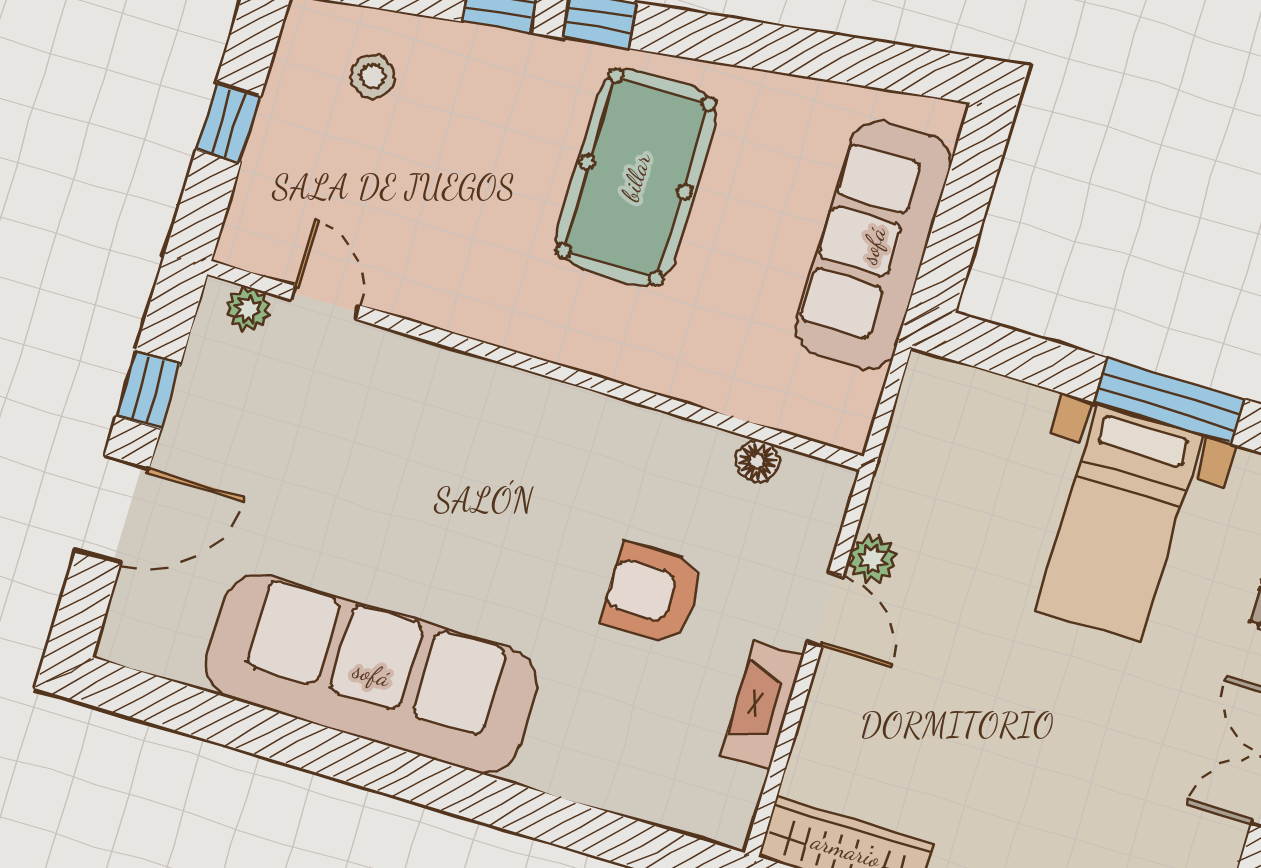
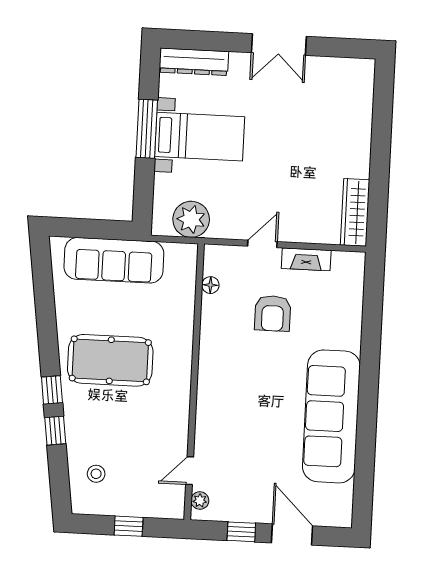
plant: (873, 559) -> (191, 219), moved, width x1.87, depth x1.87

